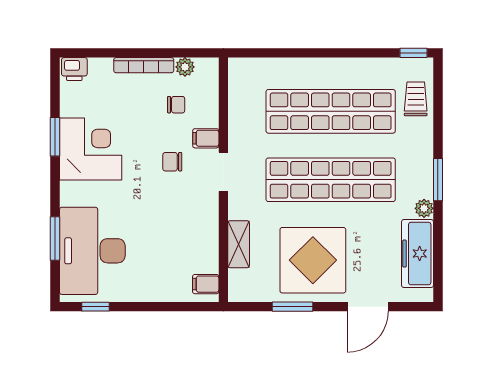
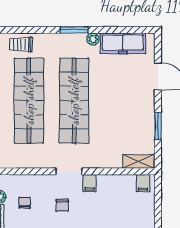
filing cabinet: (206, 138) -> (90, 183), moved
shelving: (239, 244) -> (138, 161), moved
display table: (313, 260) -> (127, 112), removed

